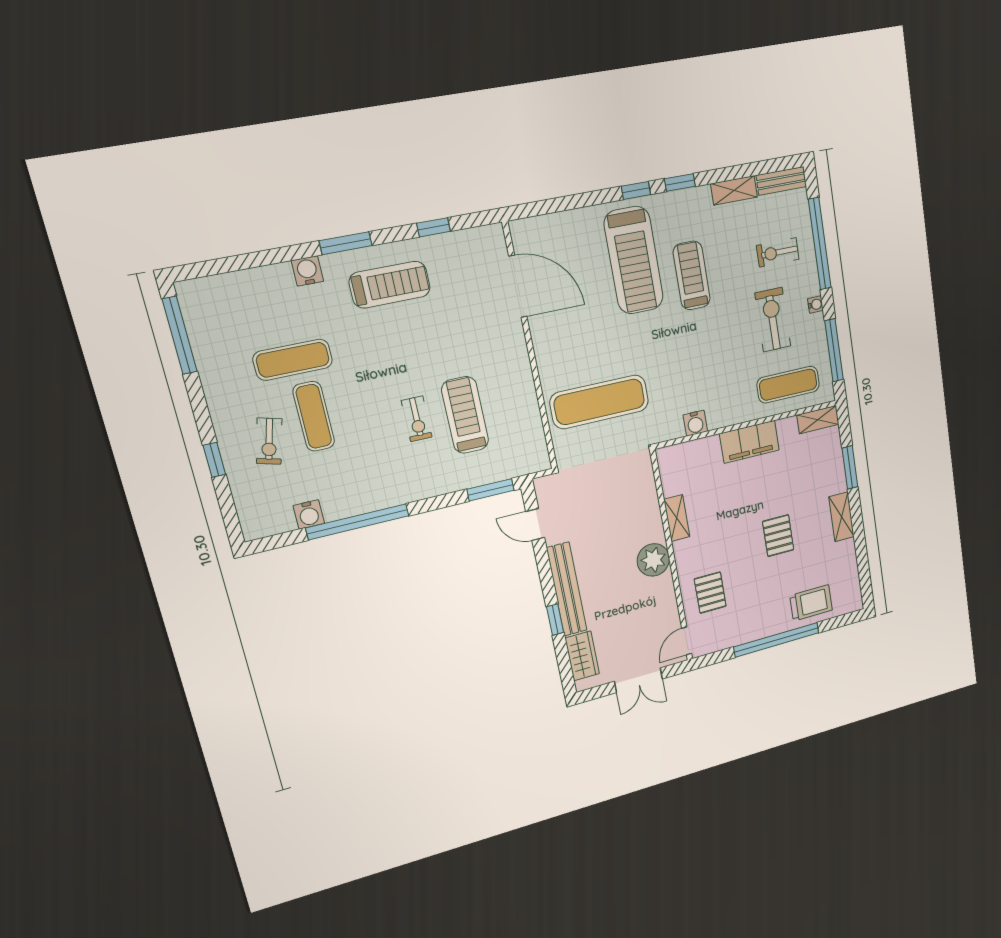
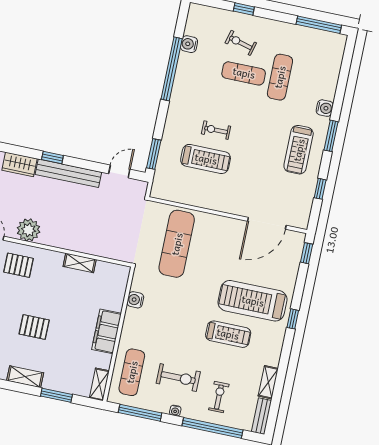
window: (680, 182) -> (307, 253), moved
plant: (653, 560) -> (29, 230), moved

